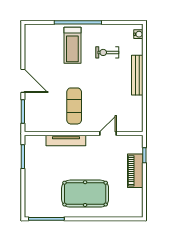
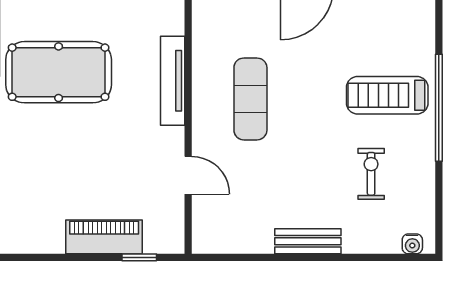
bench: (137, 75) -> (308, 241), width x0.73
exercise mat: (74, 106) -> (250, 99), turned 90
pool table: (85, 194) -> (59, 72), moved, turned 90

